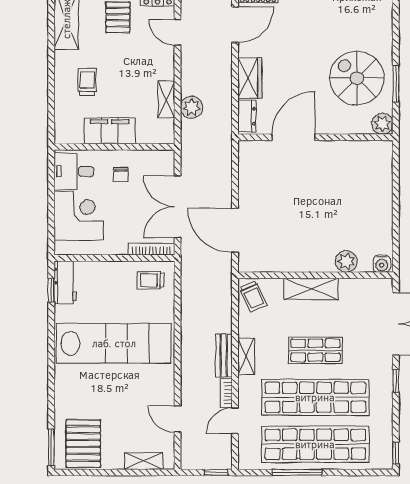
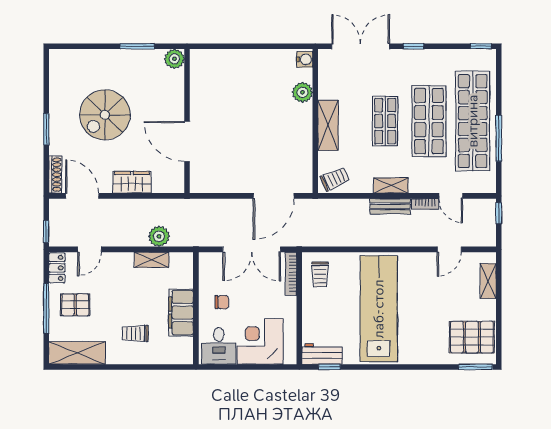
spiral stairs: (357, 78) -> (105, 115), moved
dresser: (247, 116) -> (167, 185), removed
shop shelf: (315, 397) -> (429, 121), width x0.71

